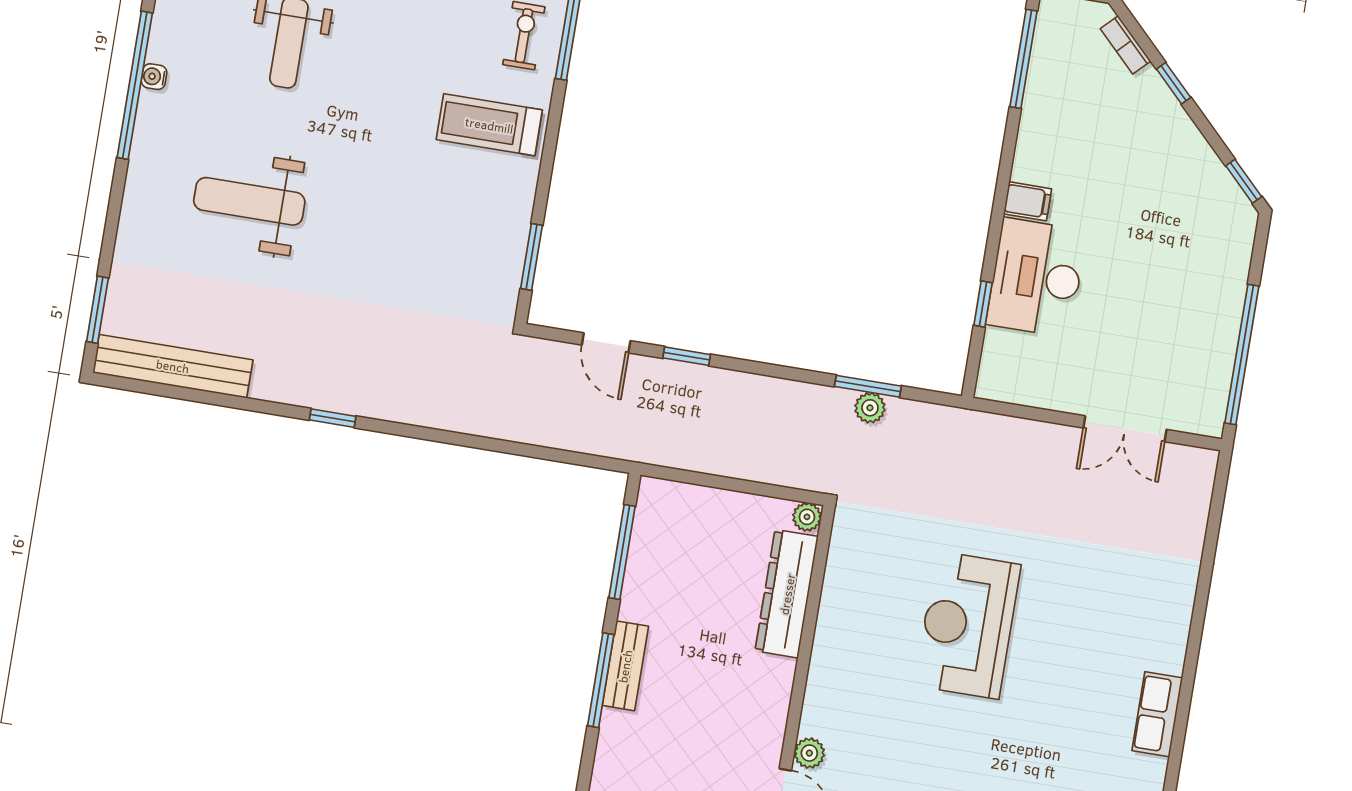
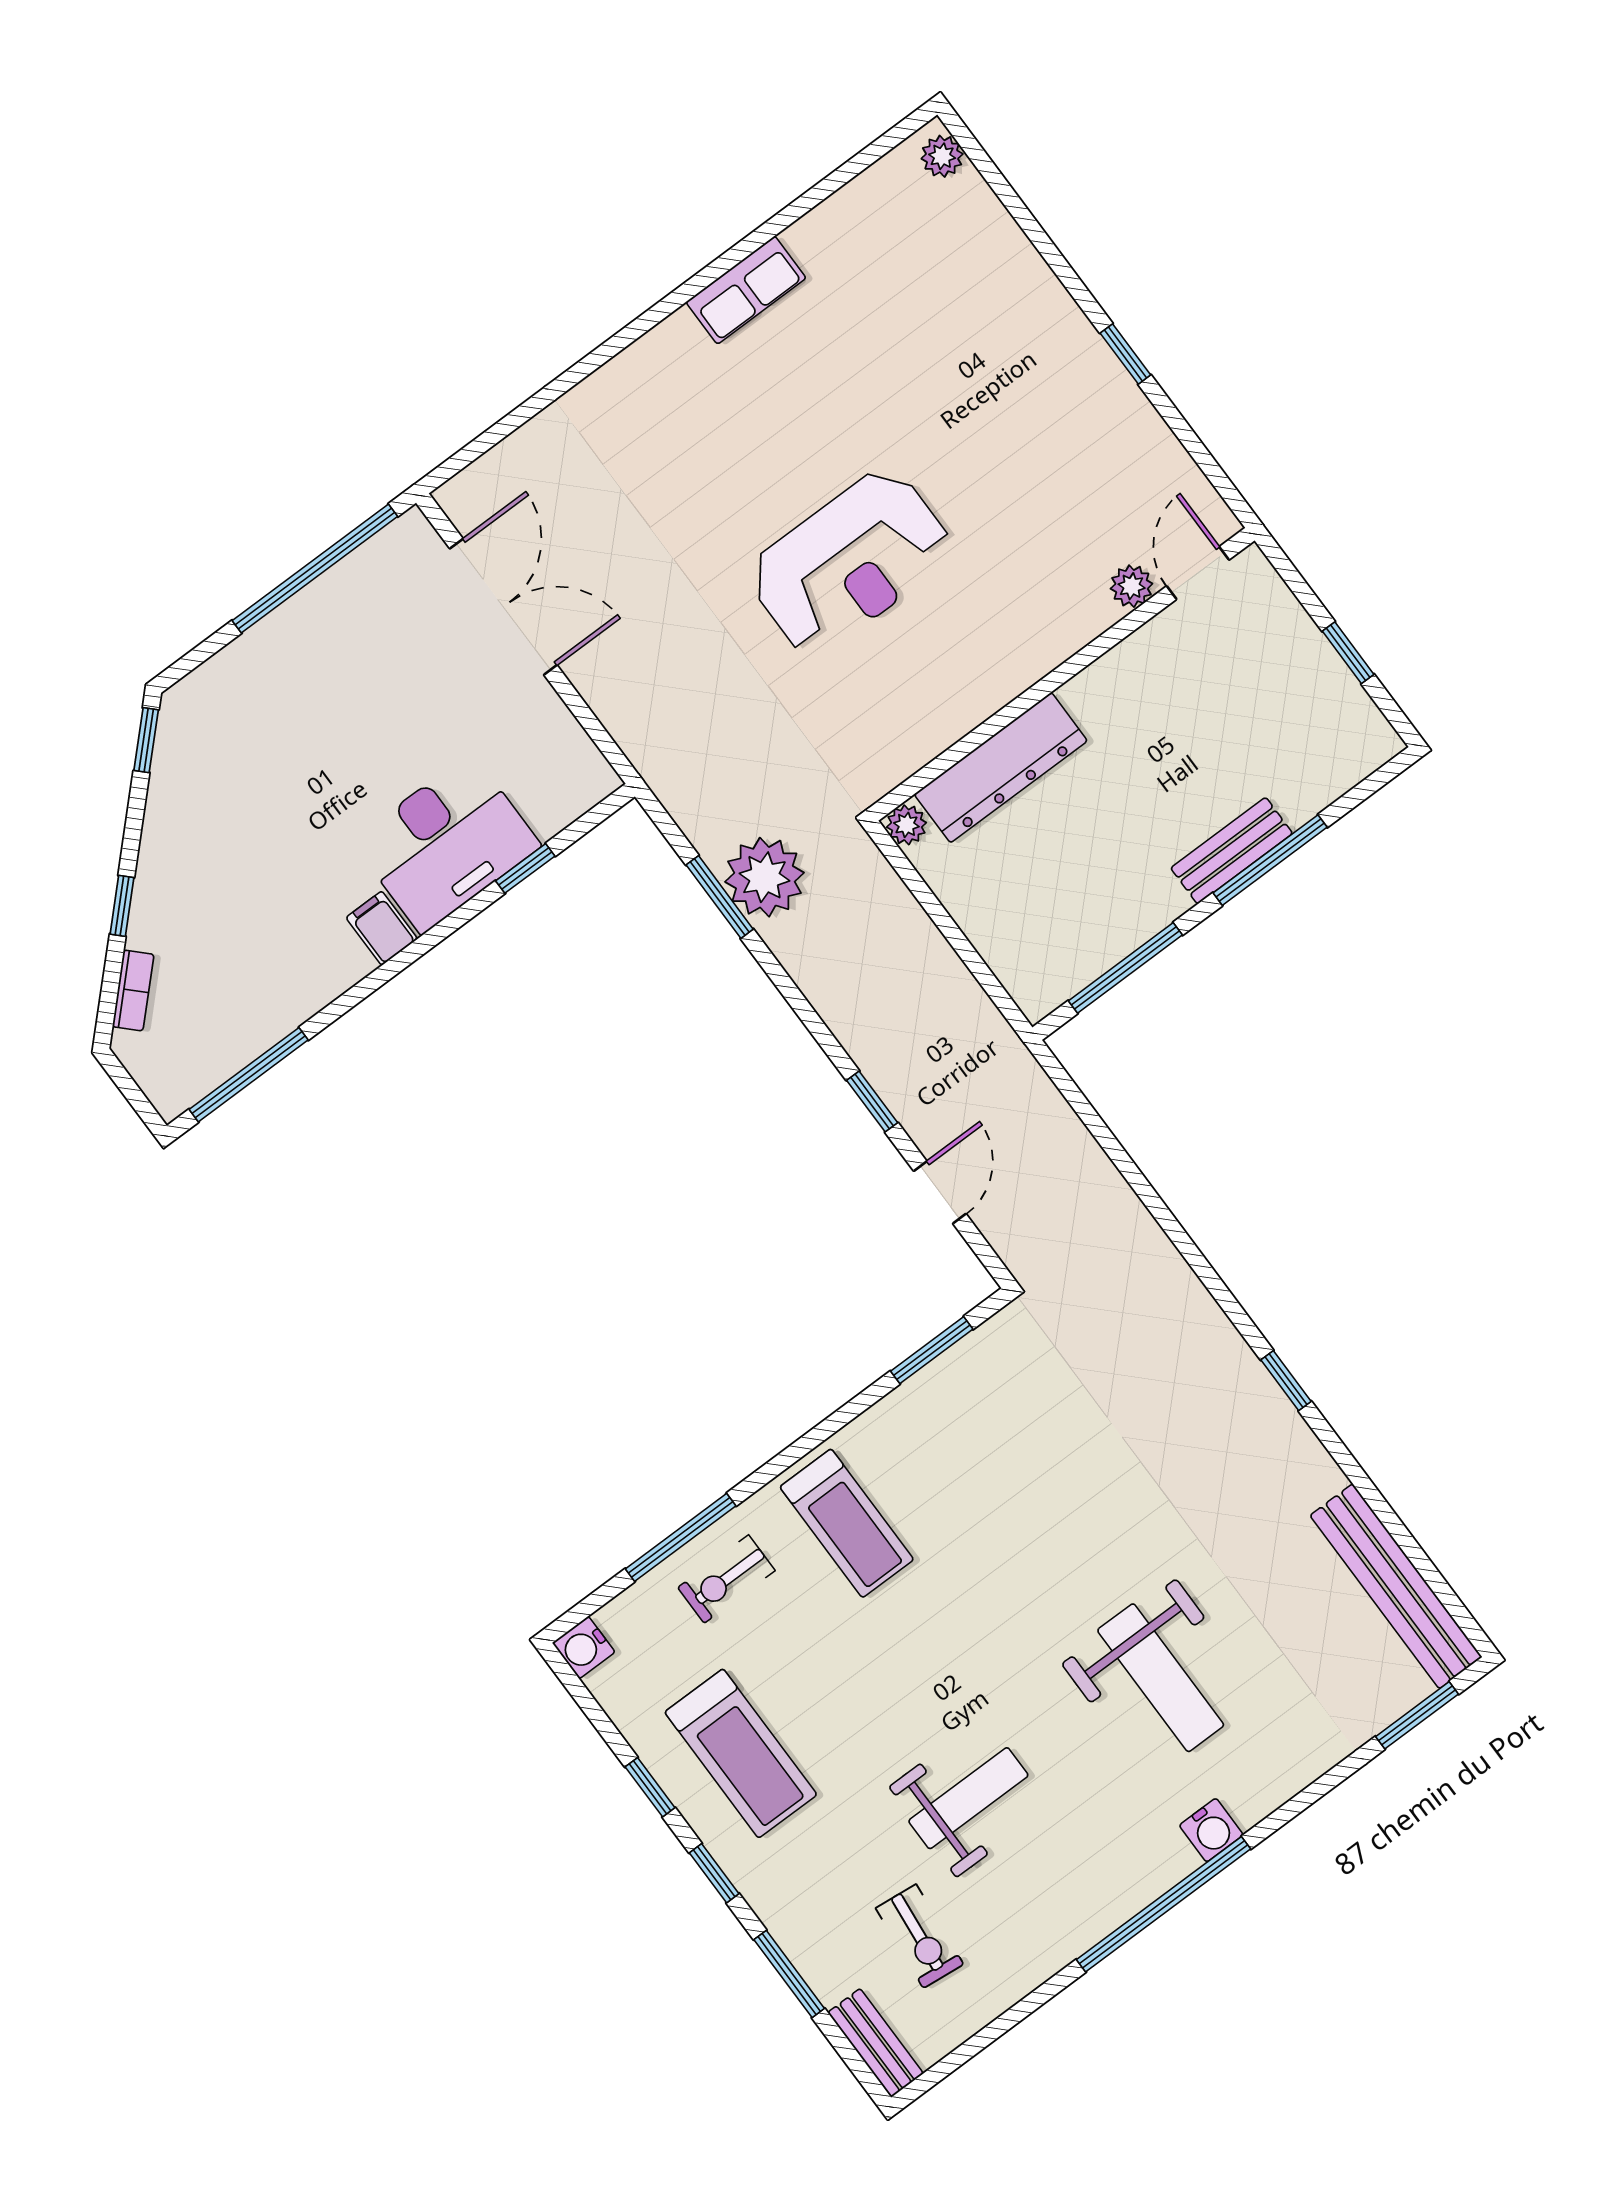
water cooler: (154, 77) -> (1211, 1830), moved, width x1.38, depth x1.38
plant: (870, 408) -> (764, 877), width x1.87, depth x1.87
double door: (1125, 429) -> (503, 607), width x1.37

